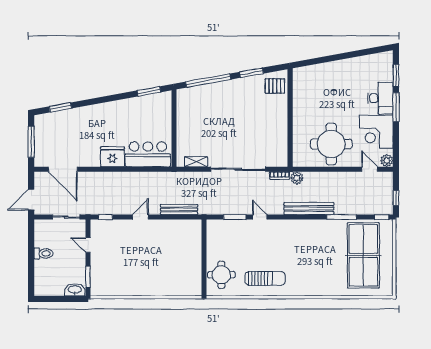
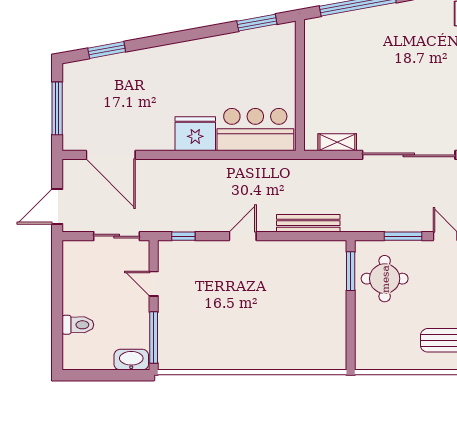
window: (204, 238) -> (351, 271), added
toilet: (43, 253) -> (78, 325), moved
round table: (221, 275) -> (385, 279), moved
window: (88, 277) -> (154, 338), width x1.44

